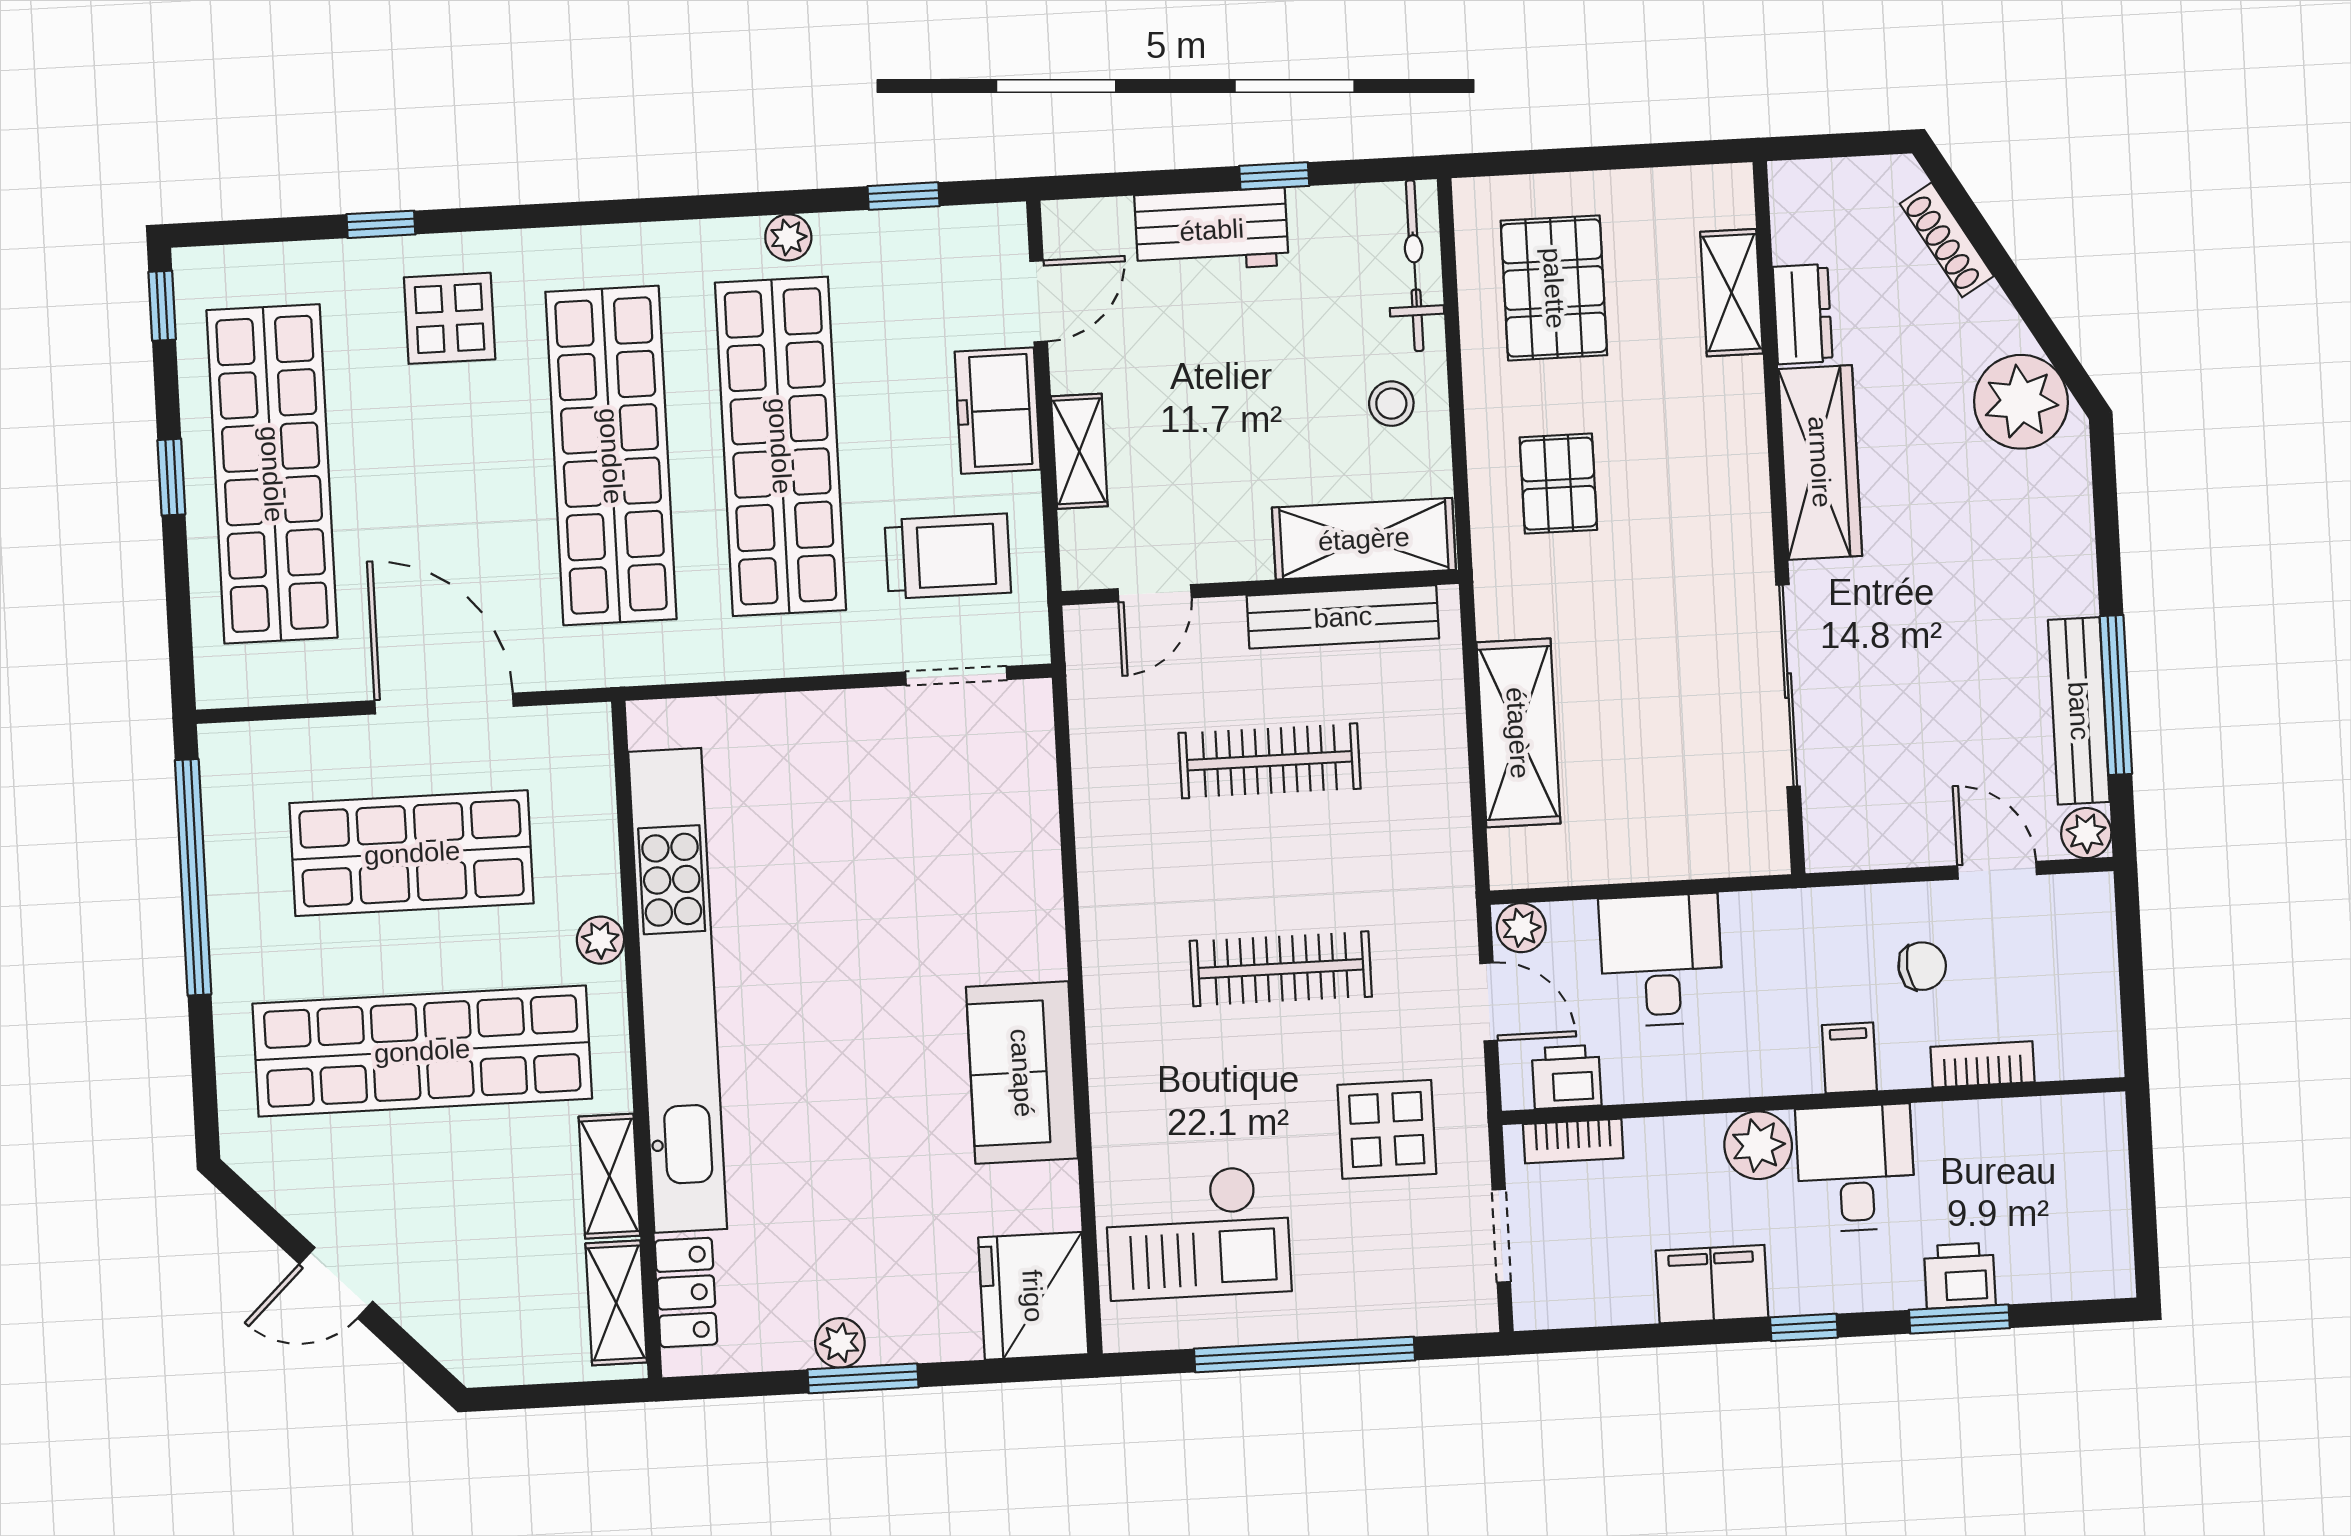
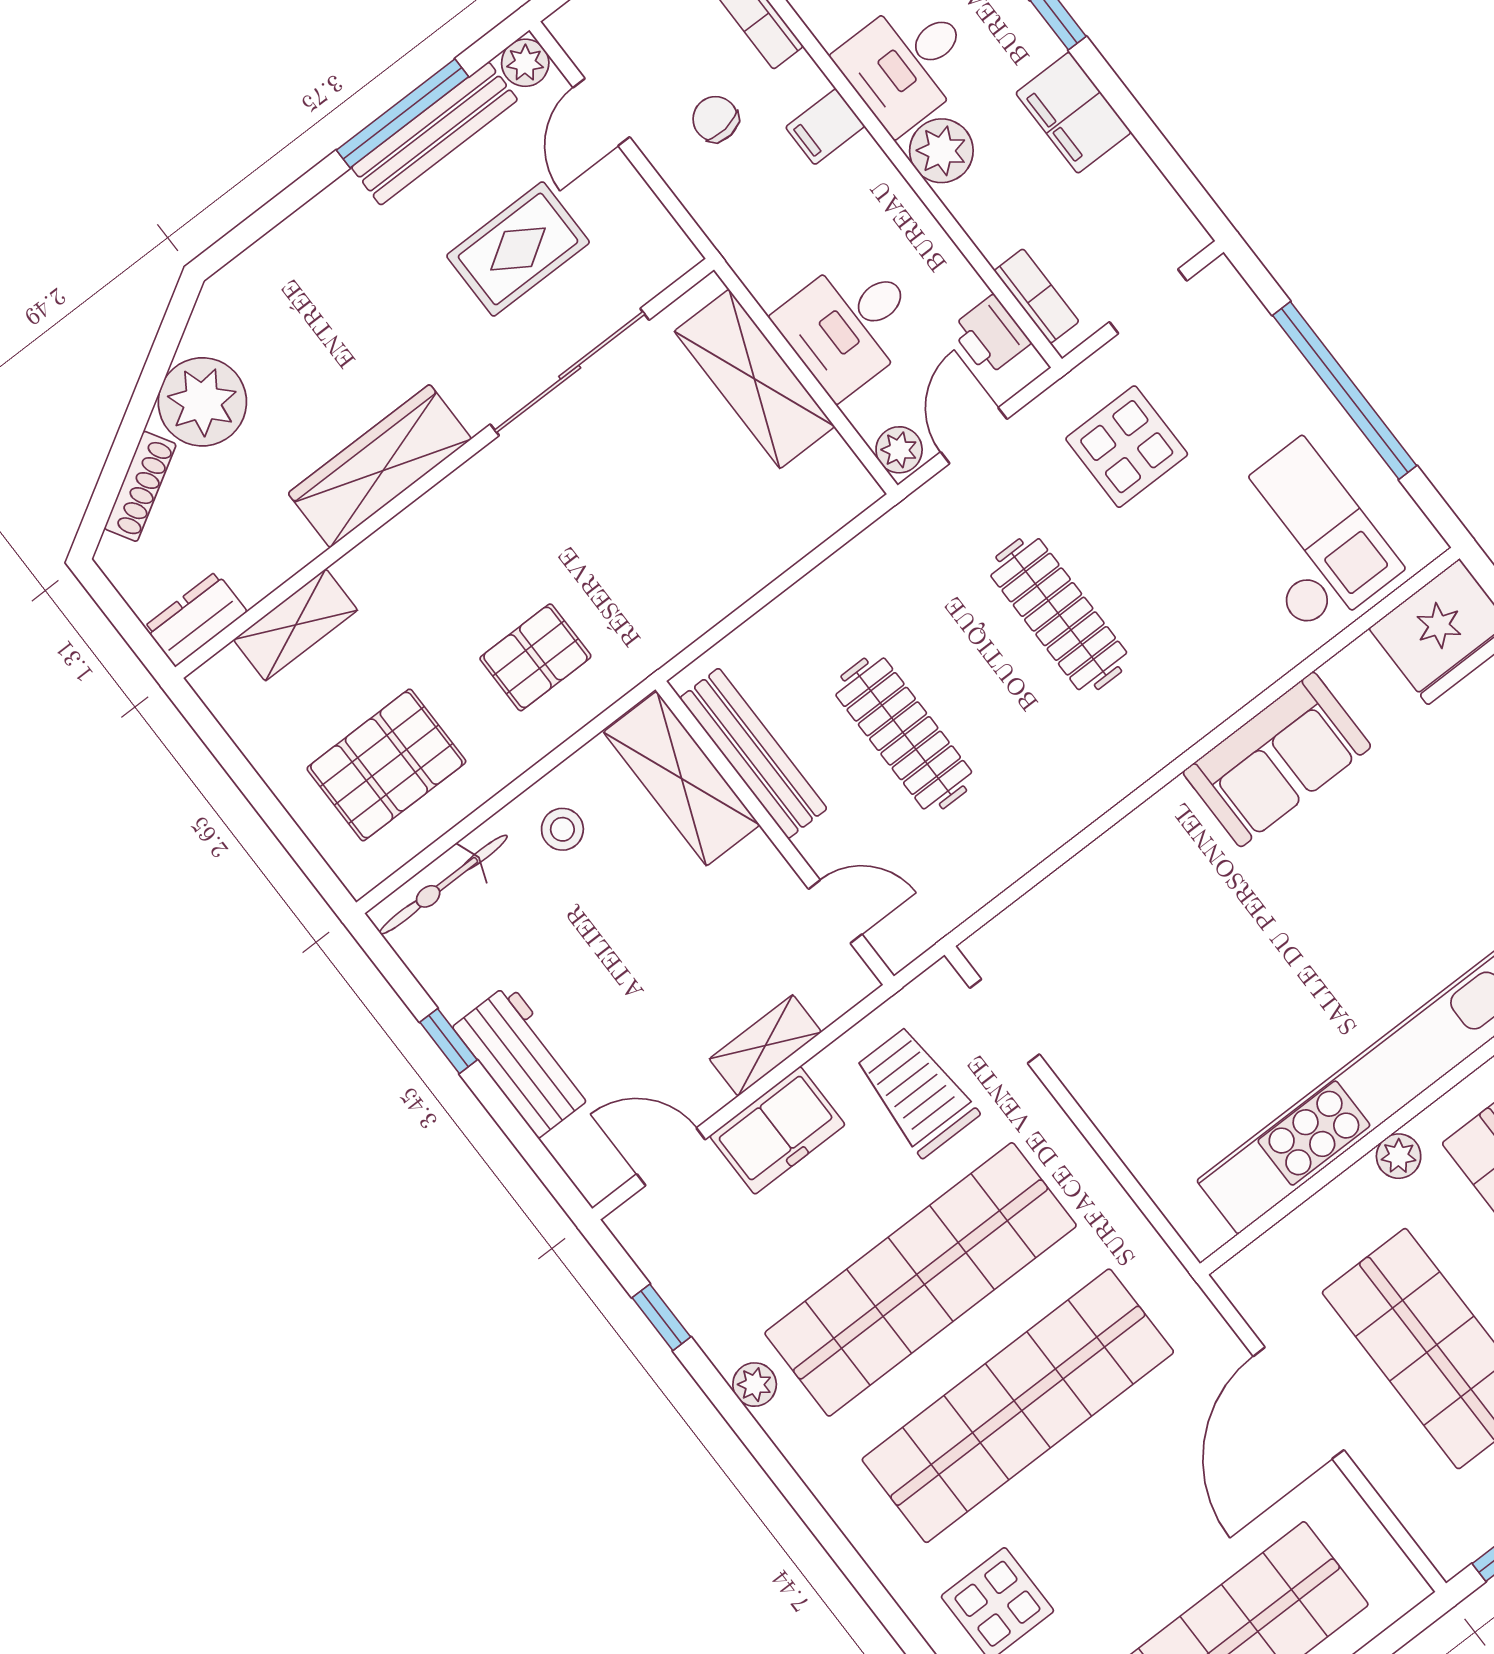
dresser: (1803, 314) -> (196, 619), moved
plant: (2021, 402) -> (202, 402), moved
rug: (1927, 715) -> (518, 249), added
shelving: (1518, 733) -> (754, 379), moved, turned 90

